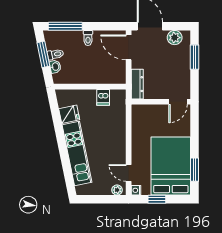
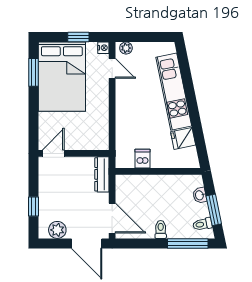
toilet: (55, 54) -> (202, 224), moved
window: (195, 57) -> (33, 207), width x0.67

